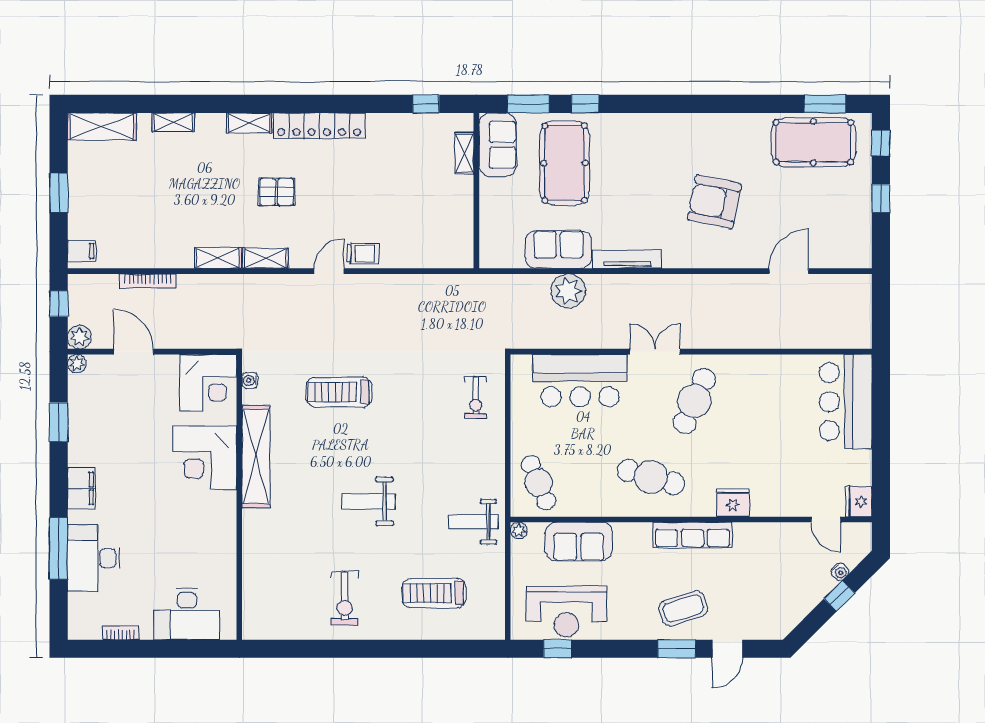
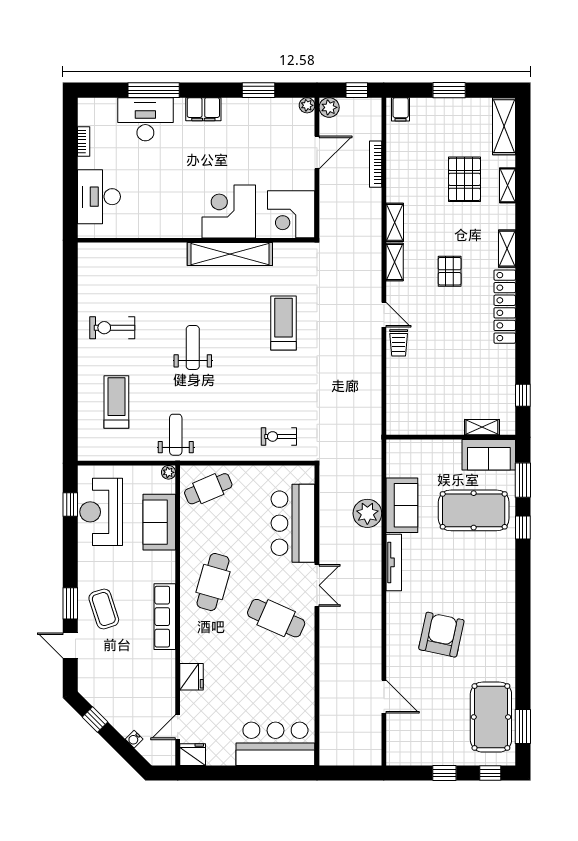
pallet: (166, 174) -> (464, 179), added
water cooler: (250, 380) -> (293, 249), removed
fridge: (733, 503) -> (191, 677), moved
window: (839, 596) -> (95, 719), moved

